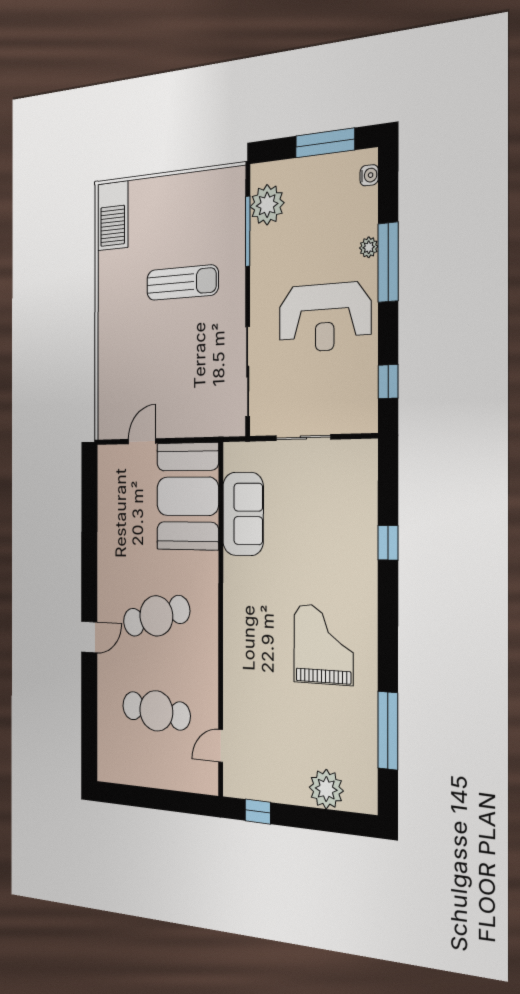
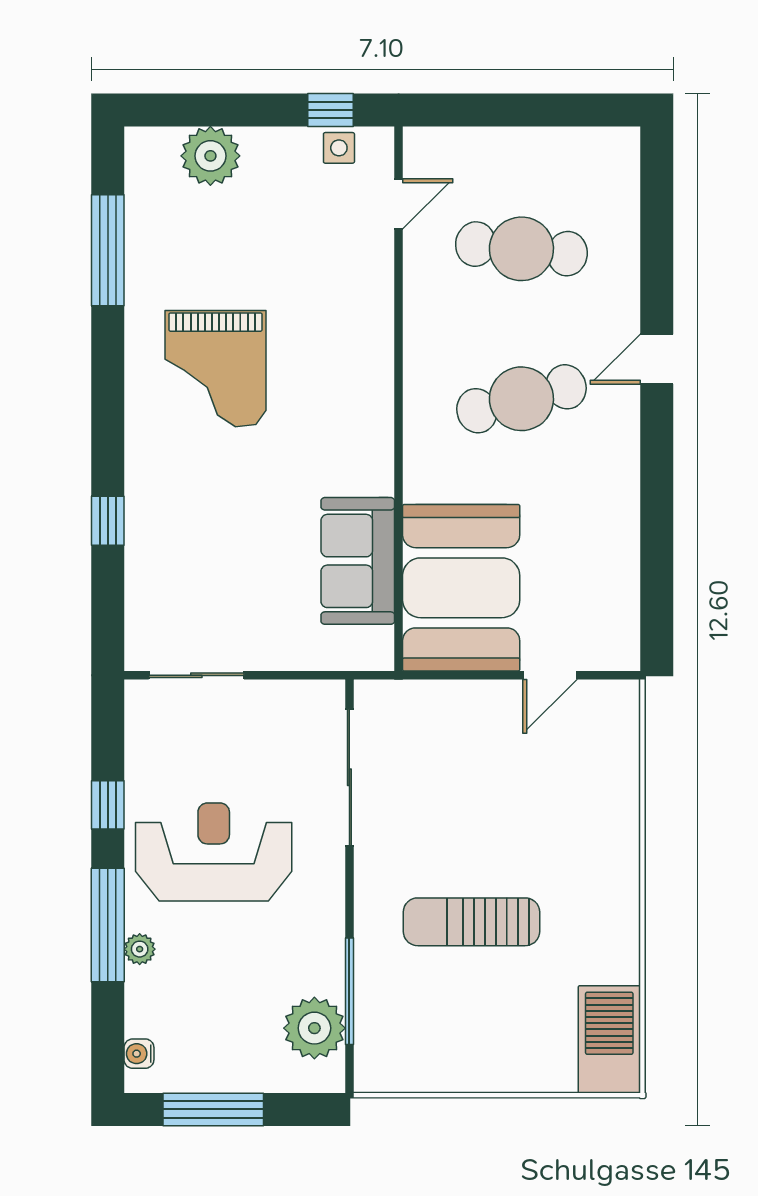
window: (388, 382) -> (108, 805), moved
sliding door: (303, 437) -> (196, 675), moved
side table: (253, 786) -> (339, 148), added

